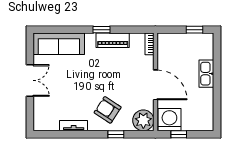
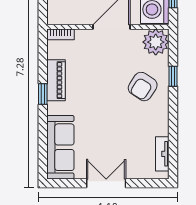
tv unit: (74, 126) -> (162, 154), moved

